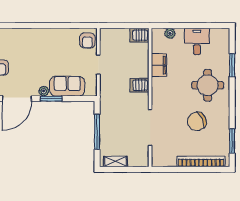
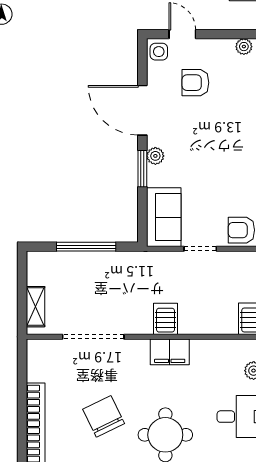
filing cabinet: (159, 65) -> (170, 352), moved
sofa: (67, 86) -> (164, 217), moved
shelving: (115, 162) -> (36, 307), moved

